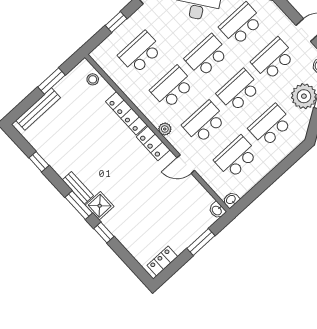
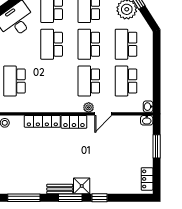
school desk: (172, 87) -> (52, 81), removed
plant: (165, 129) -> (89, 107), moved
window: (39, 162) -> (24, 198), width x2.17

